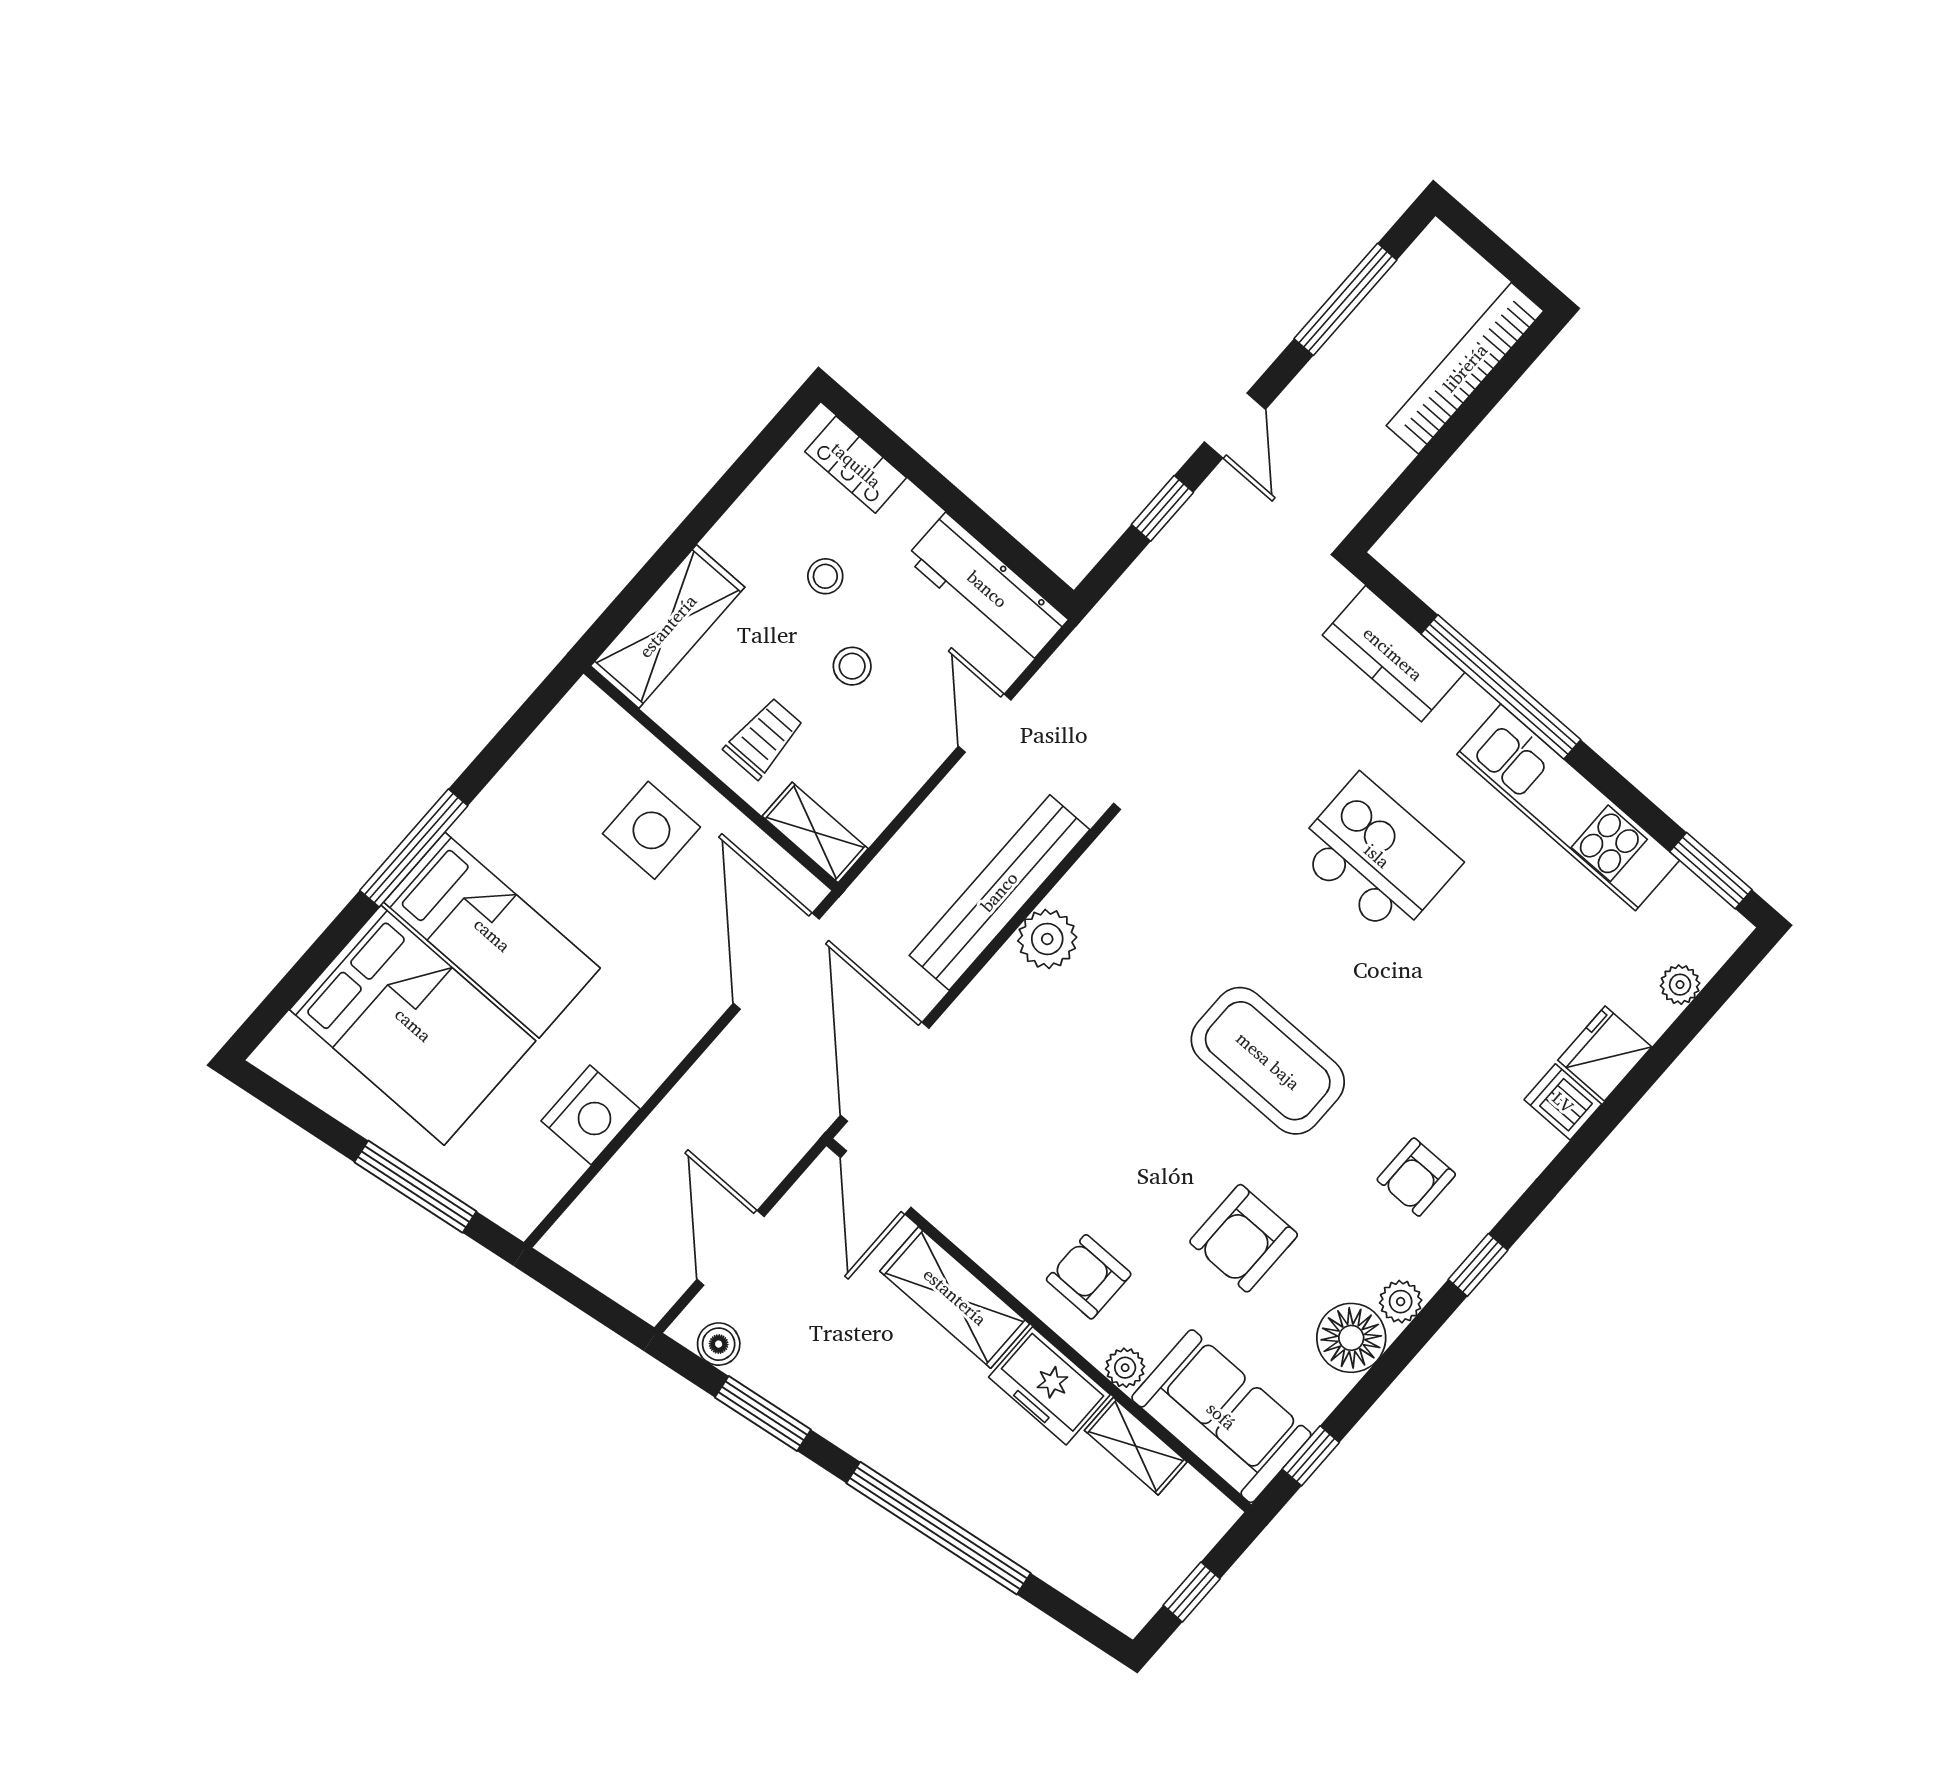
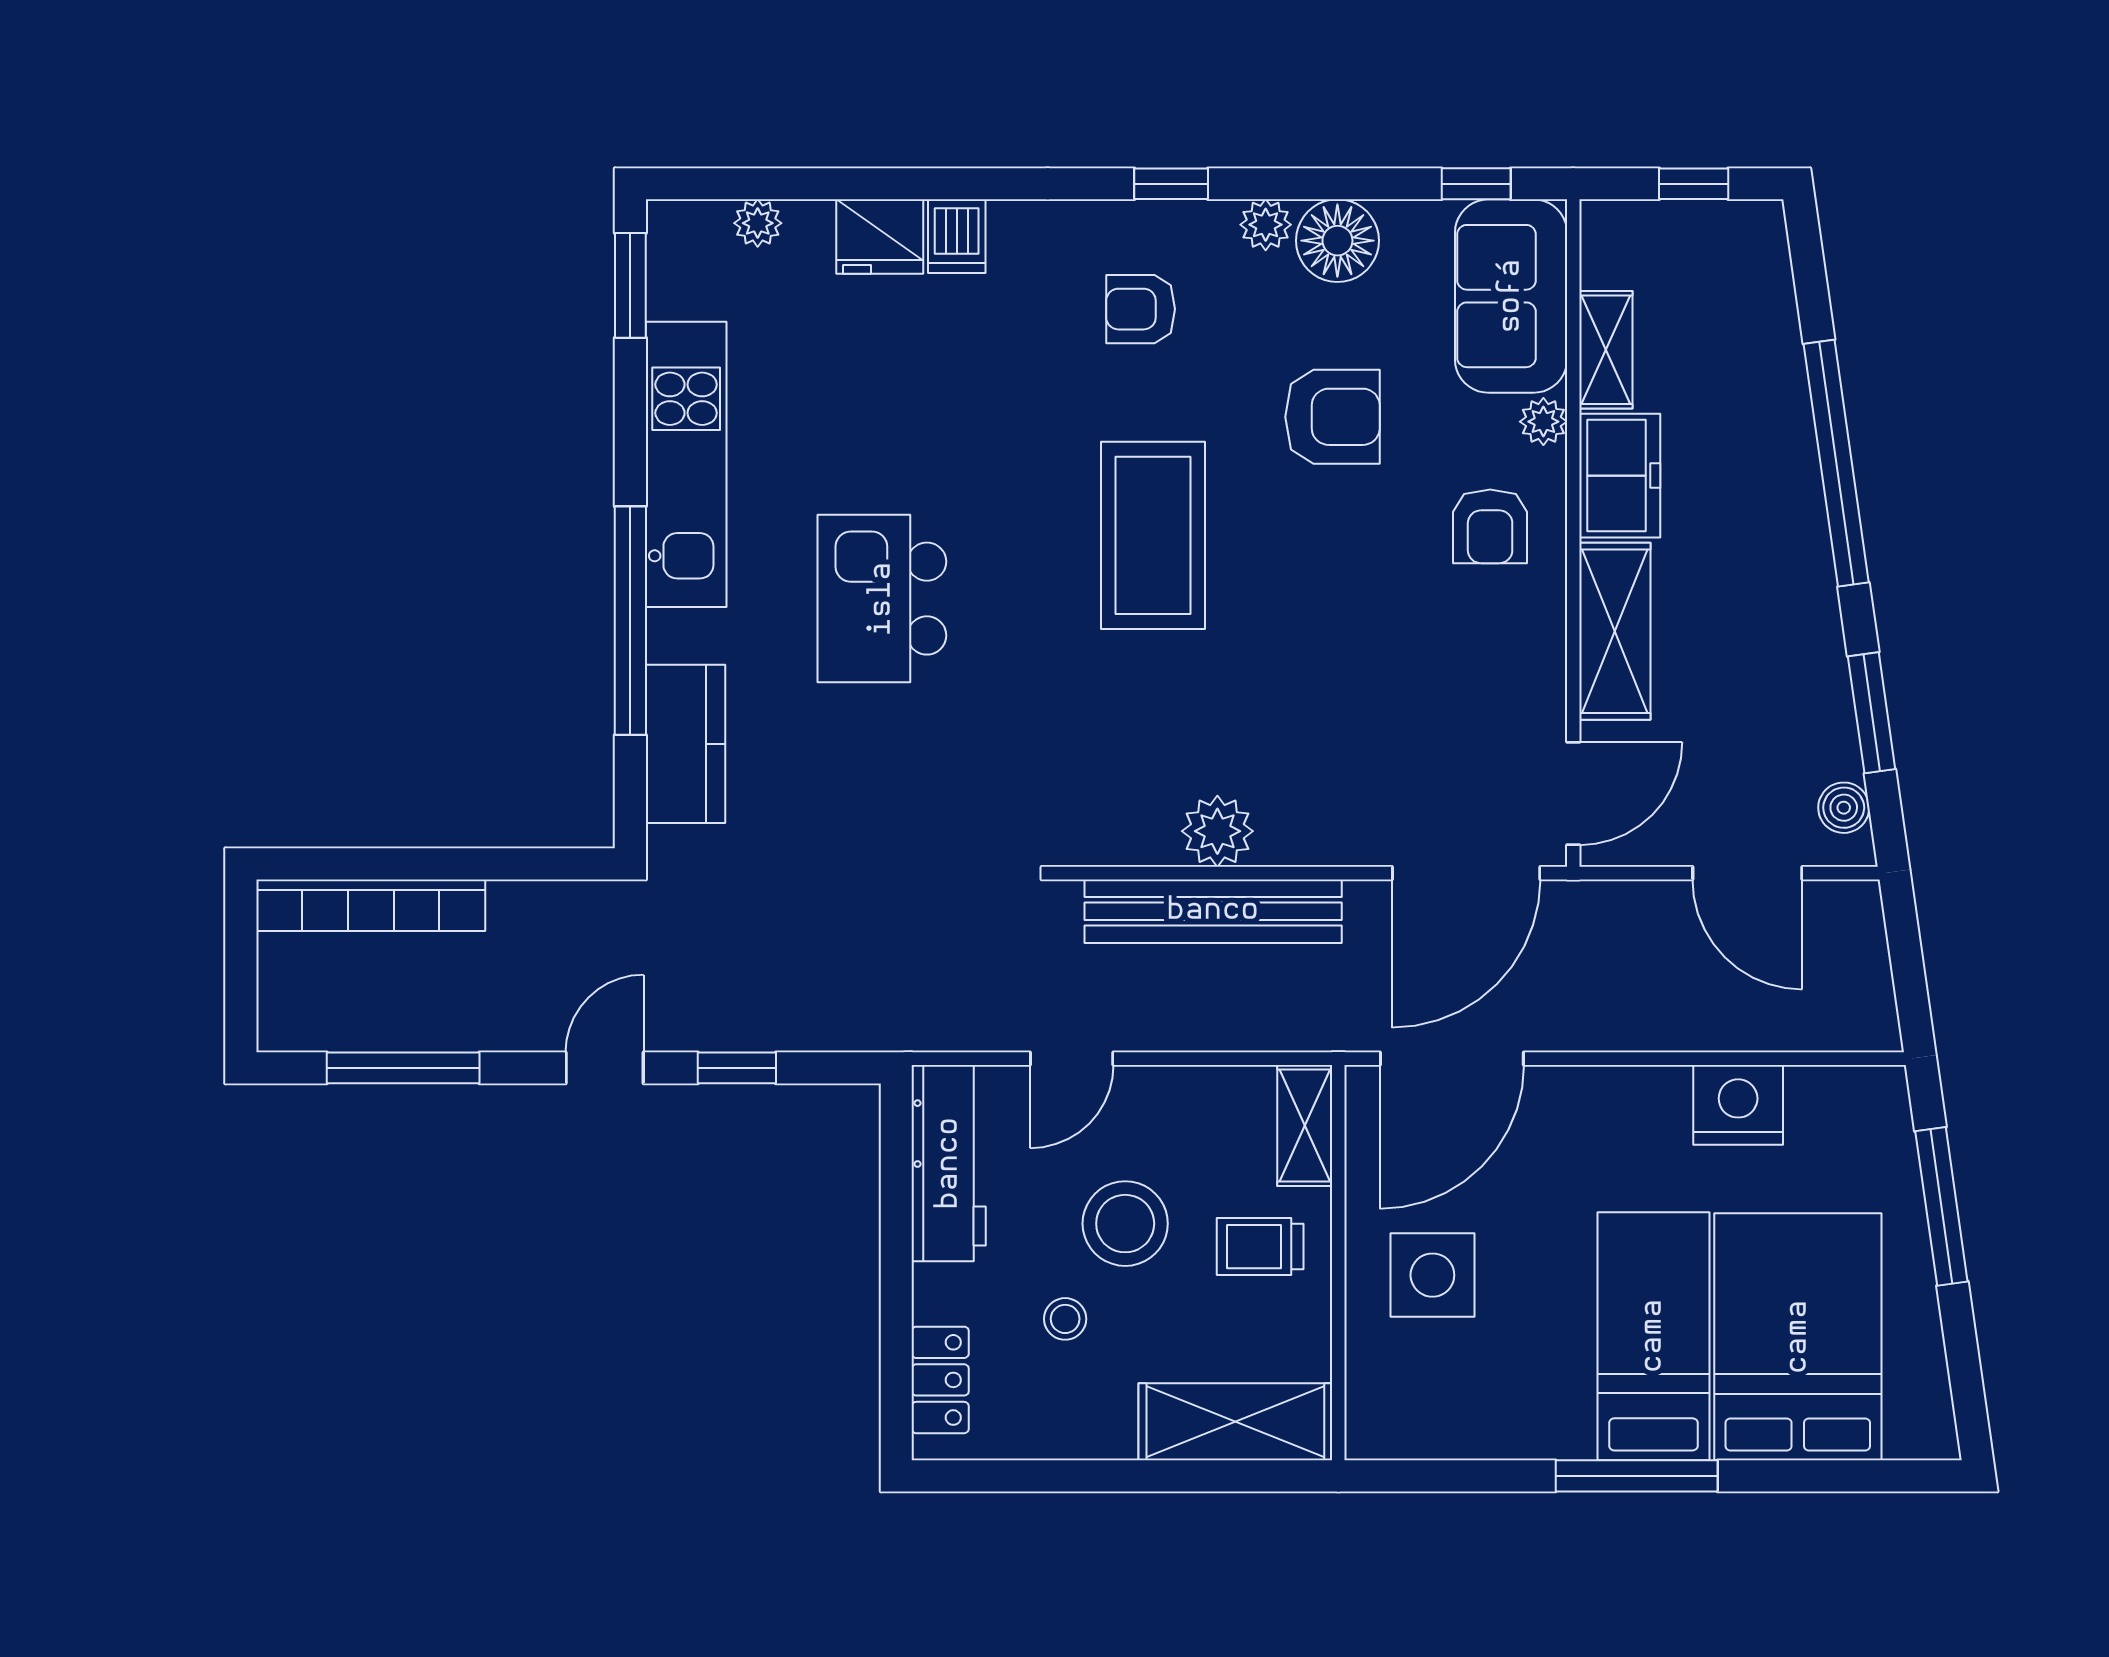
stool: (852, 666) -> (1125, 1224), width x1.89, depth x1.89
armchair: (1416, 1177) -> (1141, 309), turned 180
door: (731, 1248) -> (1747, 873), hinge flipped

